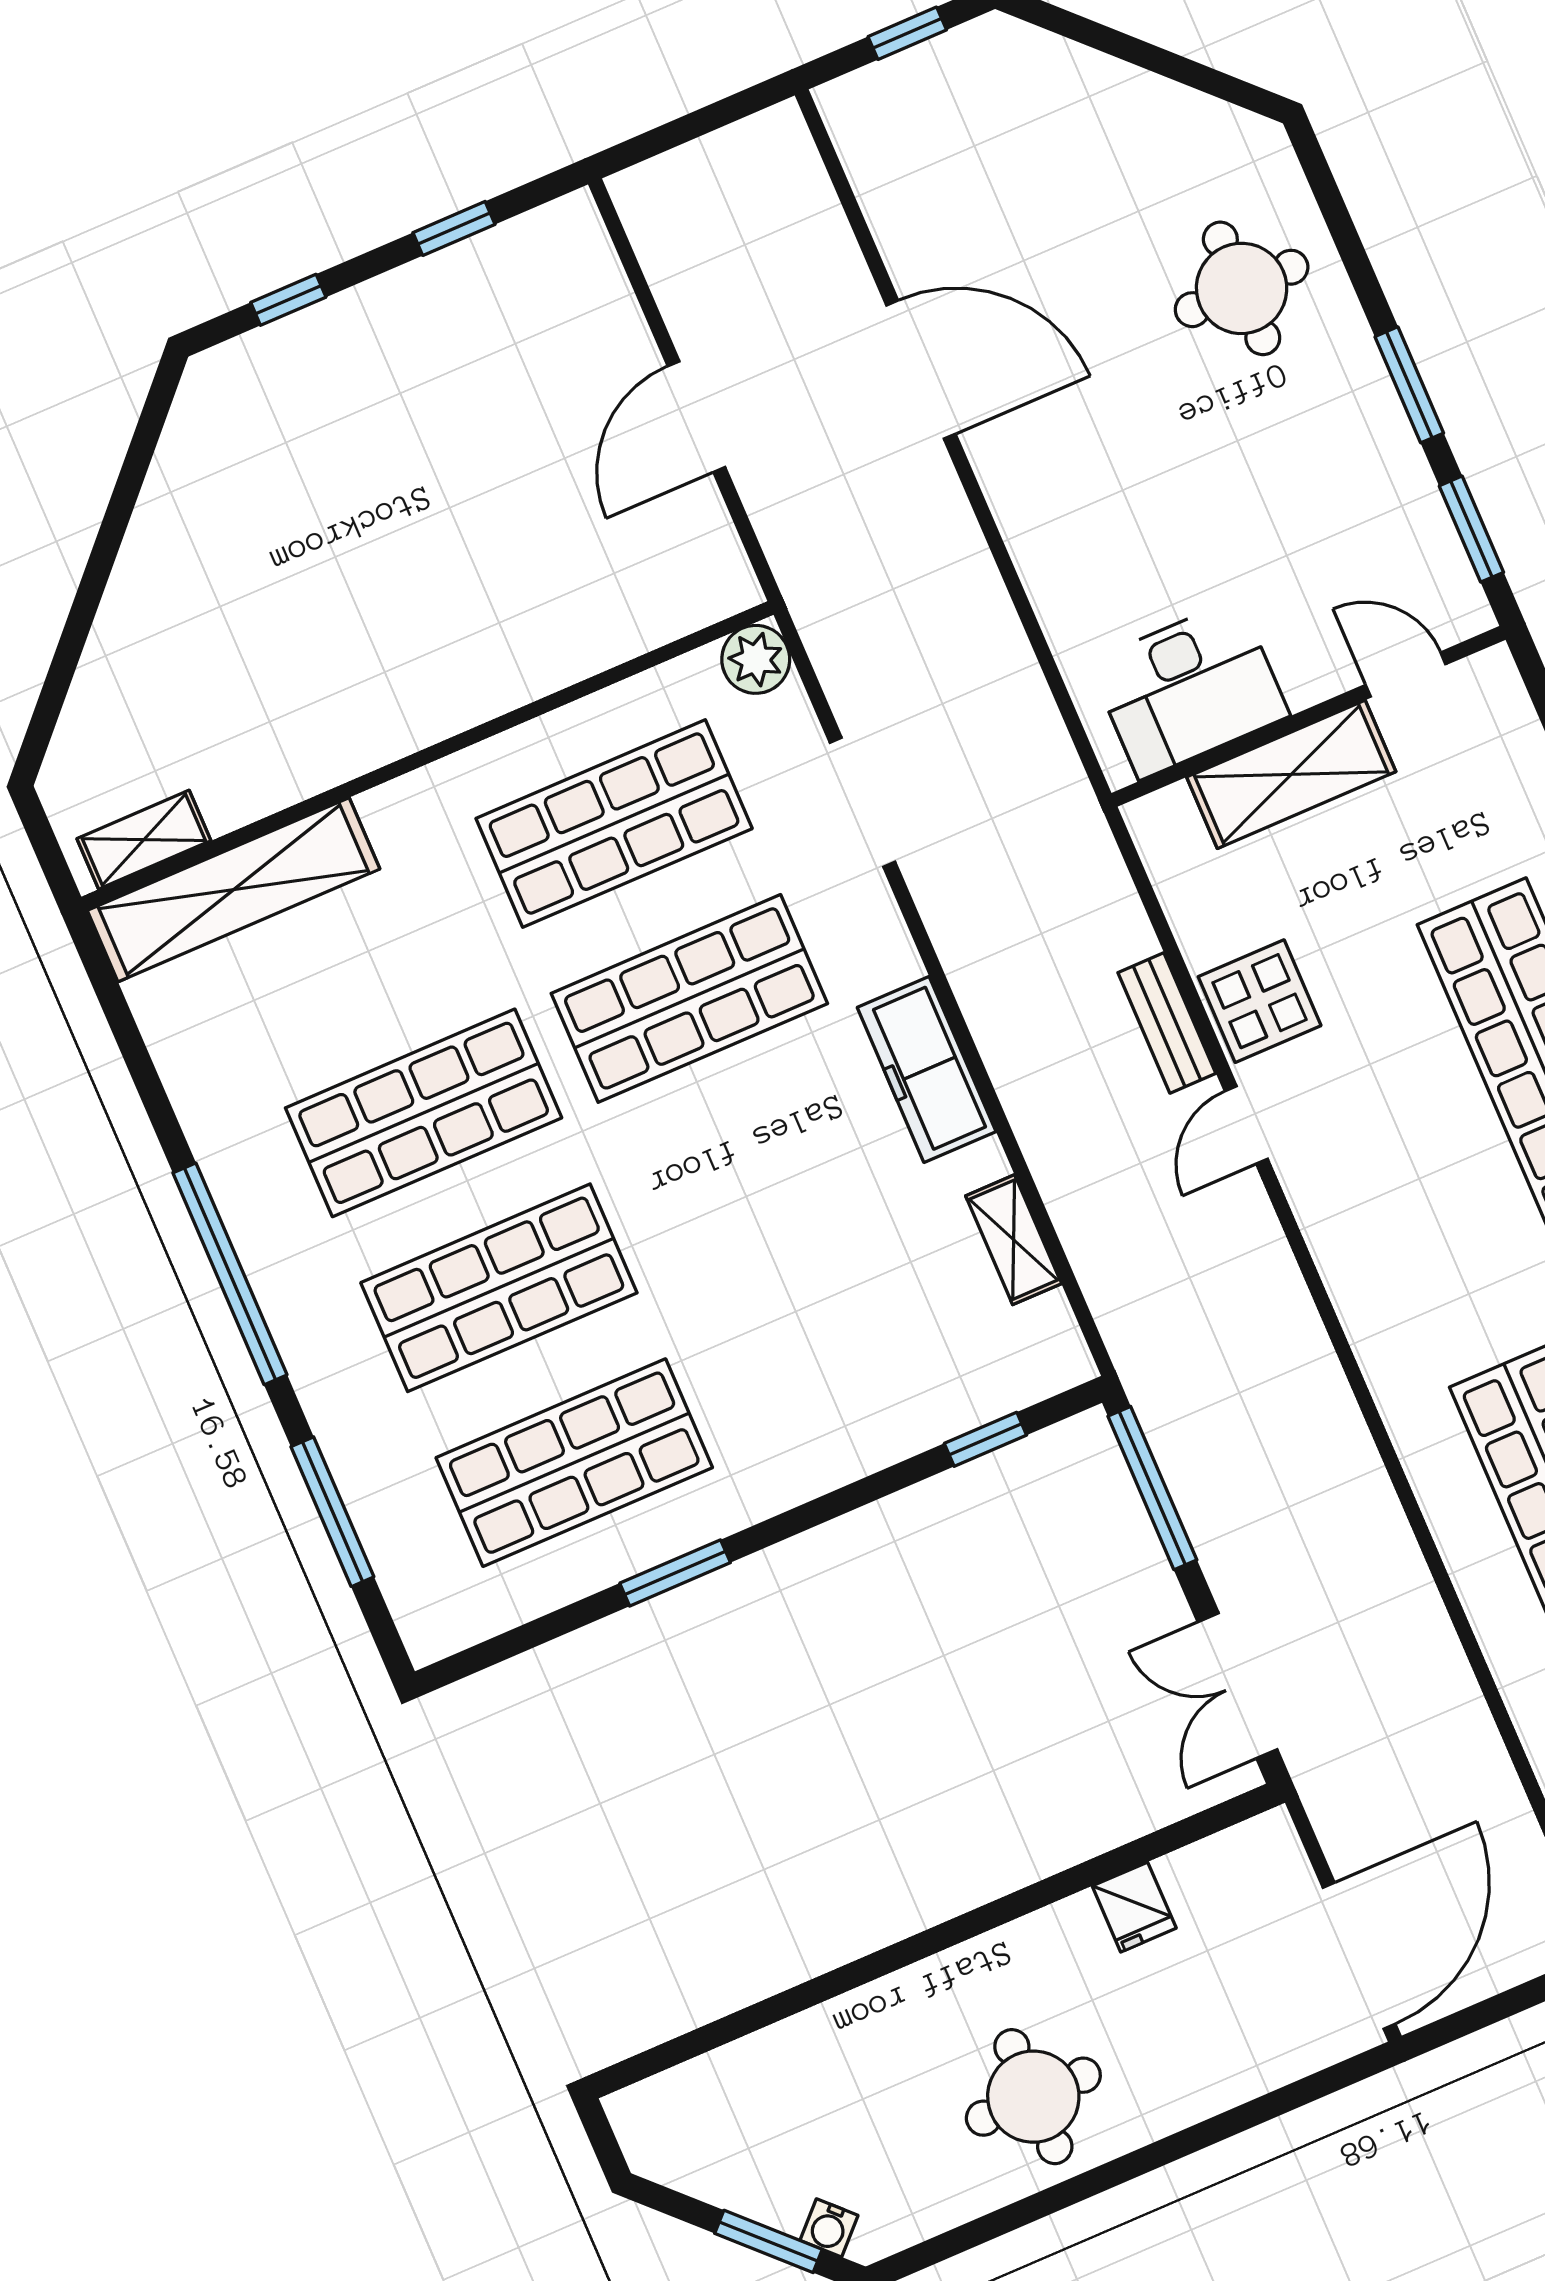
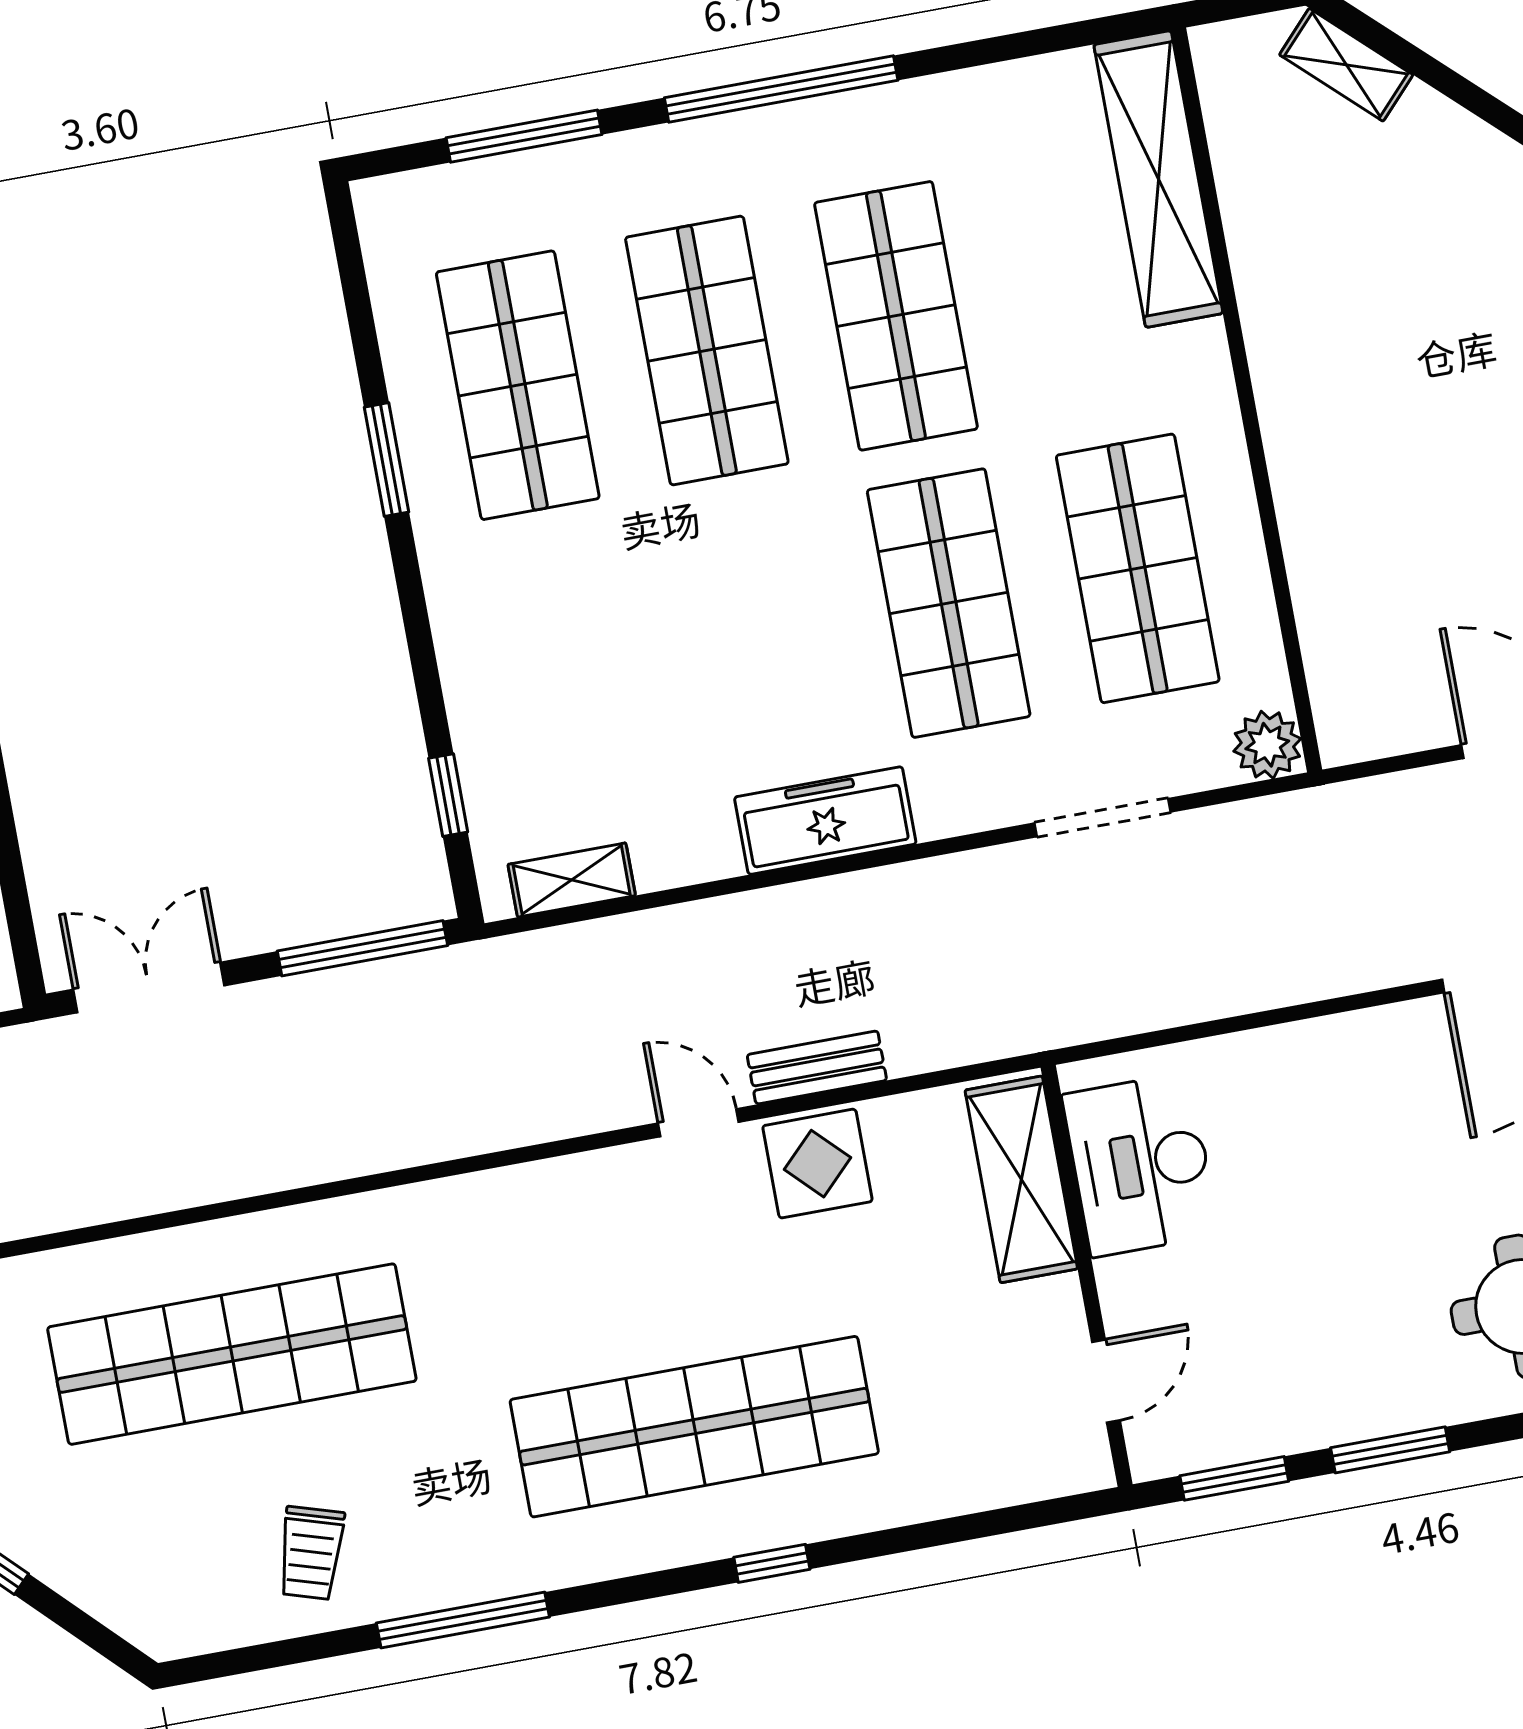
shelving: (1291, 774) -> (1021, 1179), moved
shelving: (144, 840) -> (1346, 65), moved, turned -47
shelving: (1014, 1240) -> (572, 880), moved

